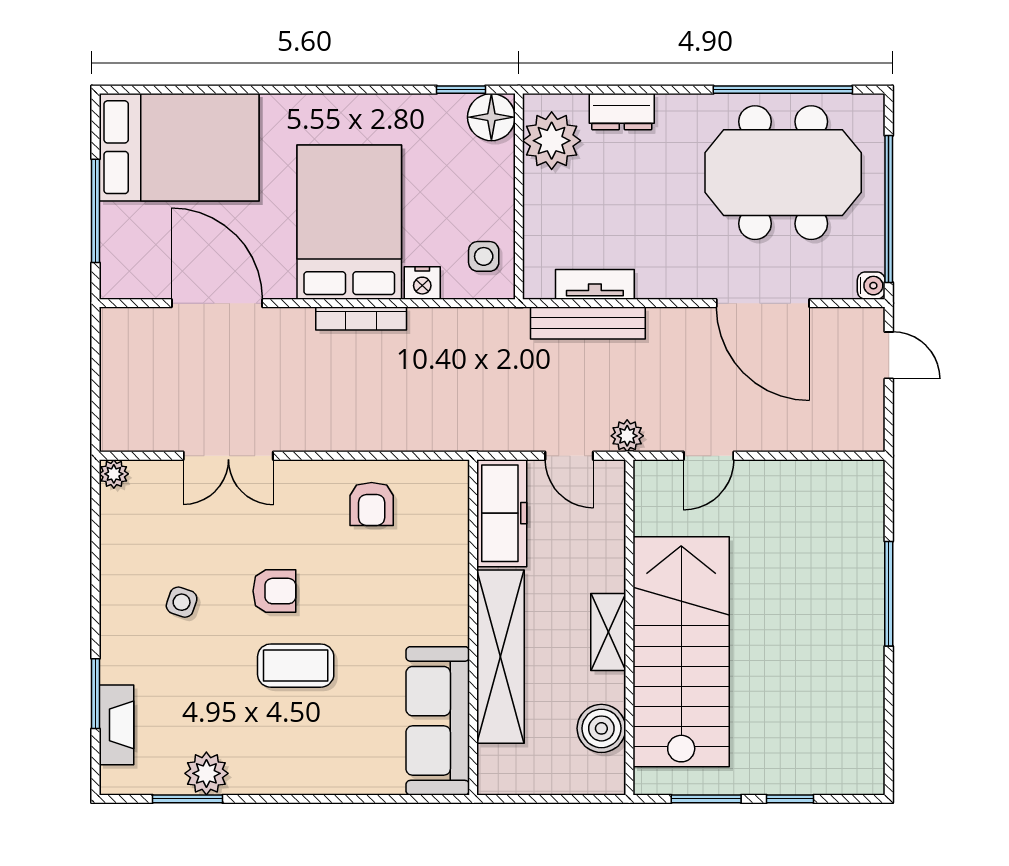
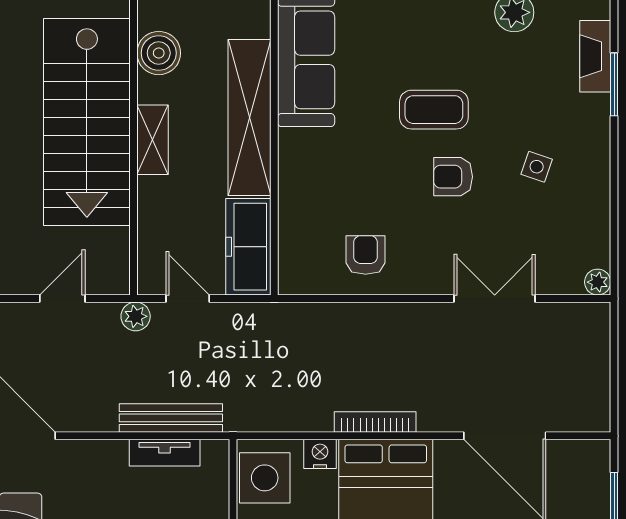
side table: (484, 256) -> (265, 478), width x1.87, depth x1.87

